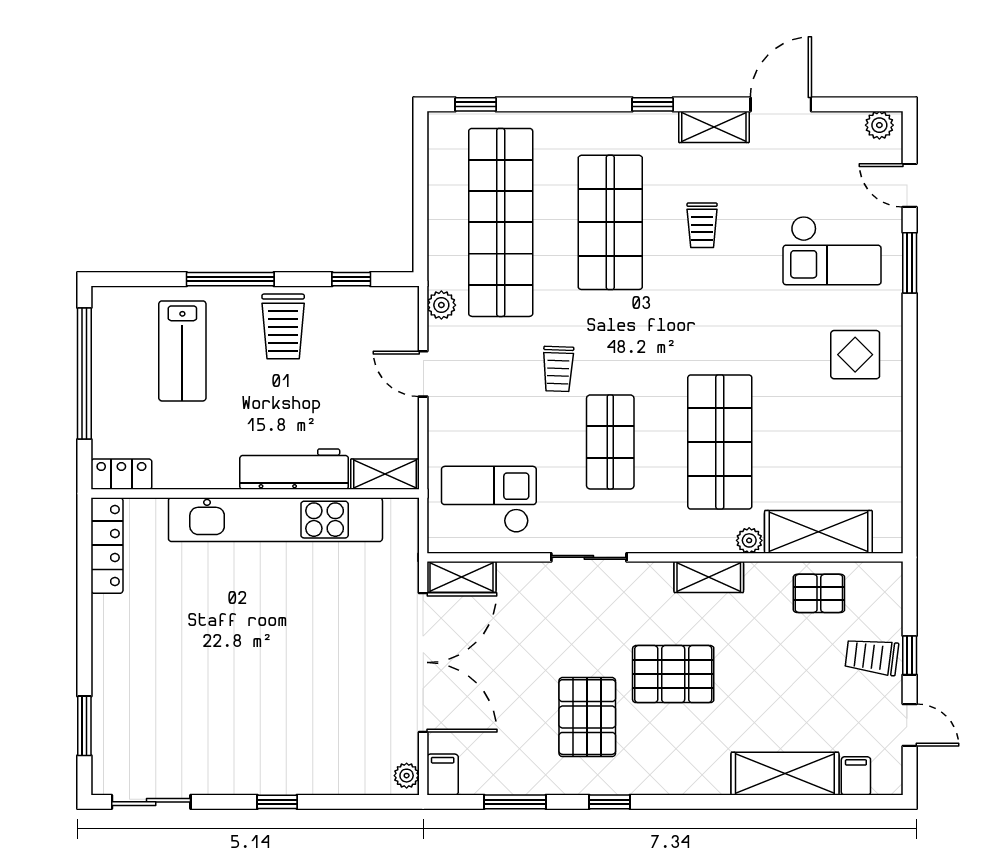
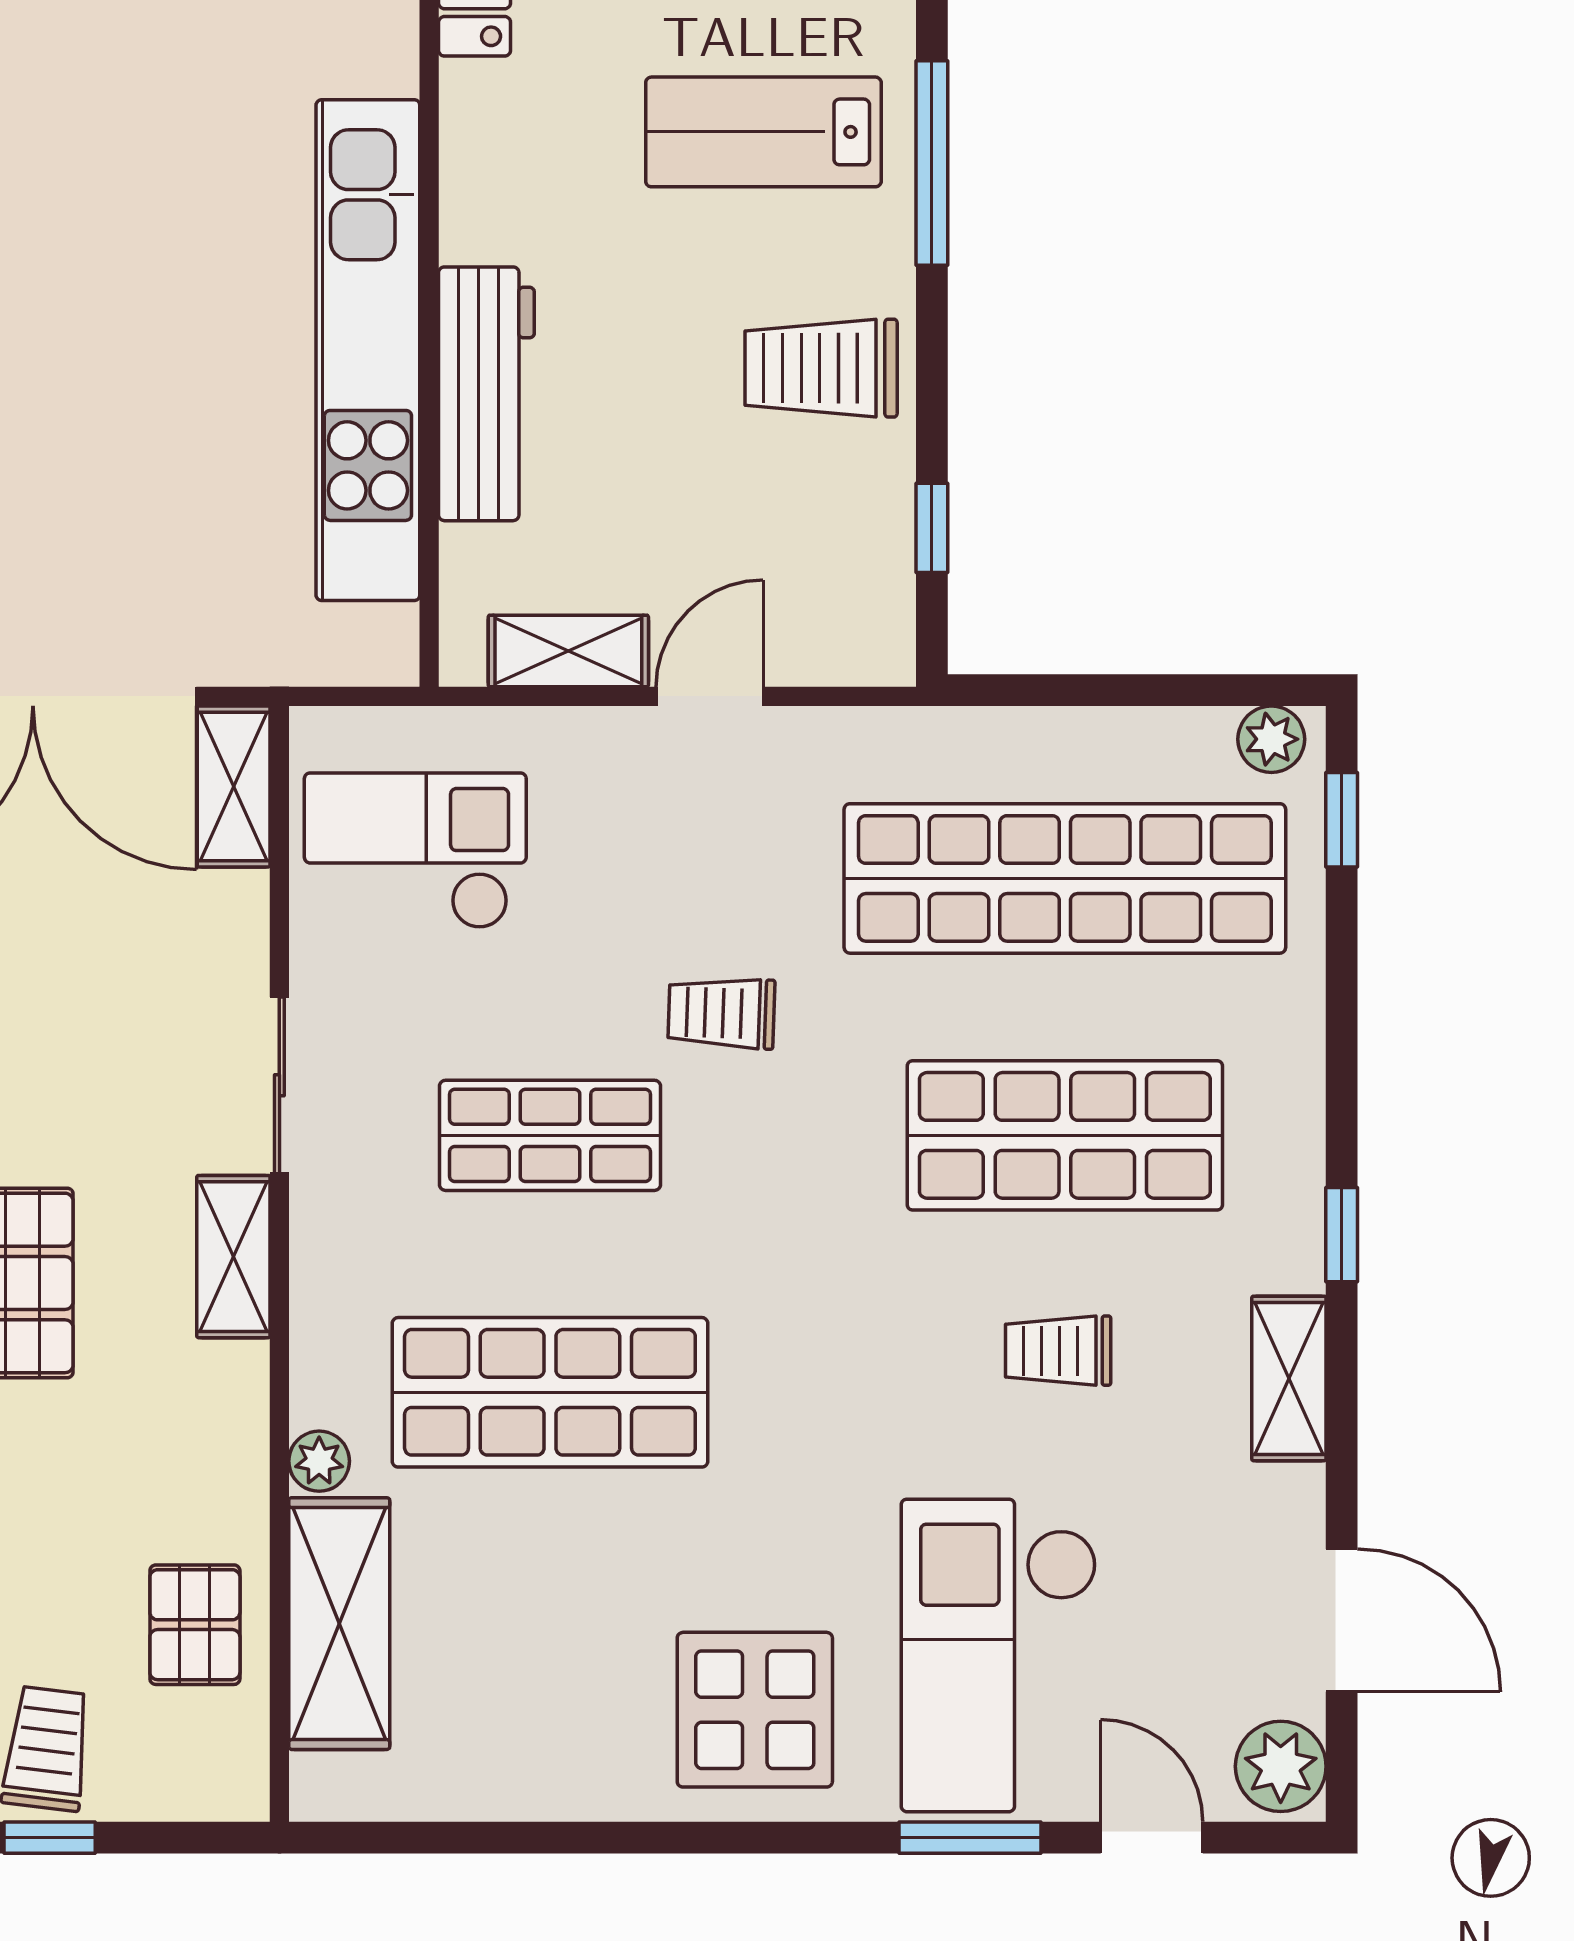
door: (781, 104) -> (1342, 1620), moved
plant: (879, 125) -> (1281, 1766), width x1.38, depth x1.38
door: (910, 185) -> (1152, 1838), hinge flipped
checkout: (832, 251) -> (999, 1655), width x1.36, depth x1.21
window: (230, 279) -> (932, 163), moved
plant: (441, 305) -> (1271, 739), moved
display table: (855, 355) -> (755, 1710), width x1.36, depth x1.36
shelving: (385, 474) -> (568, 651), moved, turned 90
checkout: (489, 499) -> (415, 851), turned -90
shelving: (709, 577) -> (233, 1257), moved

